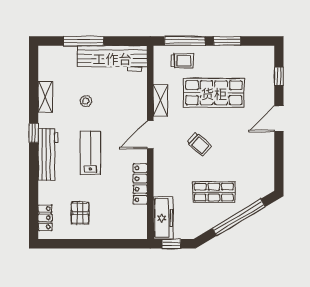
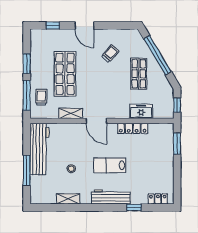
window: (34, 133) -> (134, 207), moved
trolley: (199, 144) -> (110, 54), moved
pallet: (80, 213) -> (154, 173), removed
freezer: (163, 218) -> (141, 111), moved, width x0.71
window: (120, 244) -> (177, 144), added

